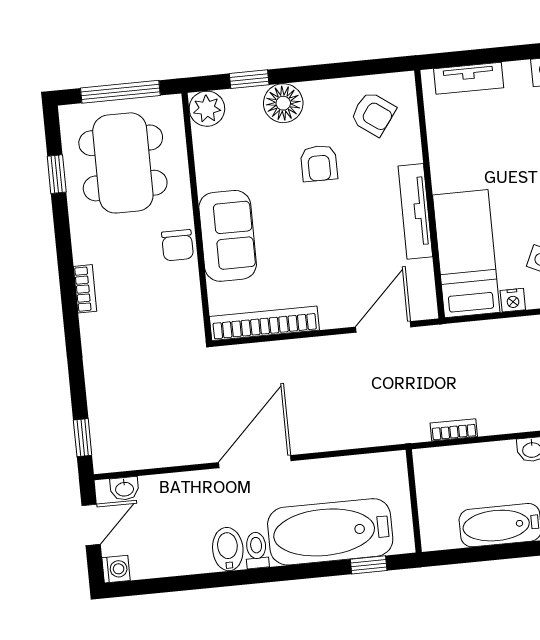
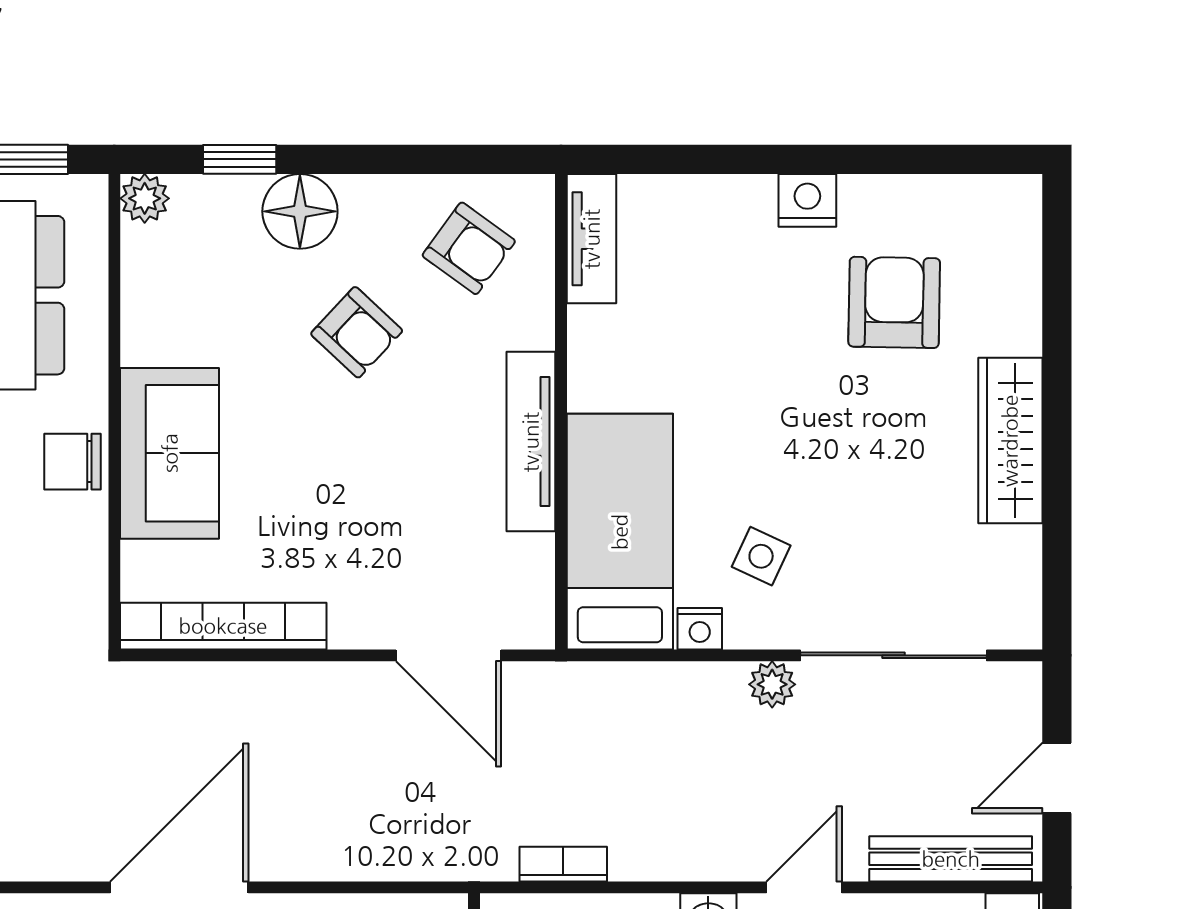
tv unit: (469, 78) -> (592, 239), moved, turned -90
plant: (207, 109) -> (145, 198), width x0.73, depth x0.73
armchair: (319, 163) -> (357, 332), turned -47
chair: (177, 245) -> (72, 462), turned 90
door: (383, 327) -> (448, 655), swing flipped

